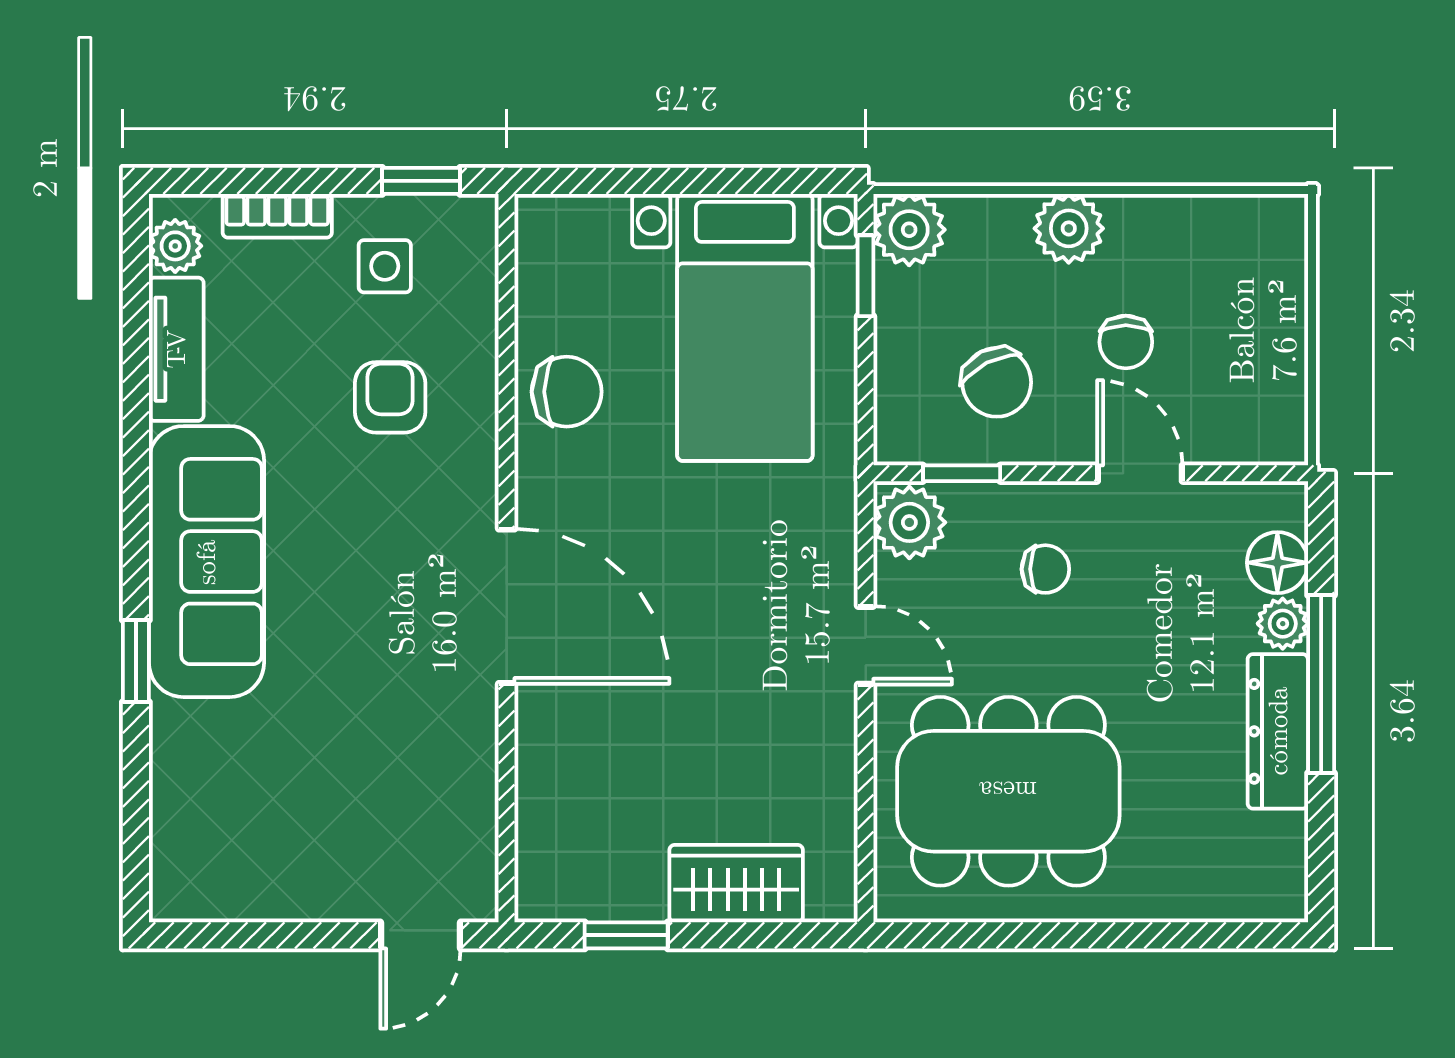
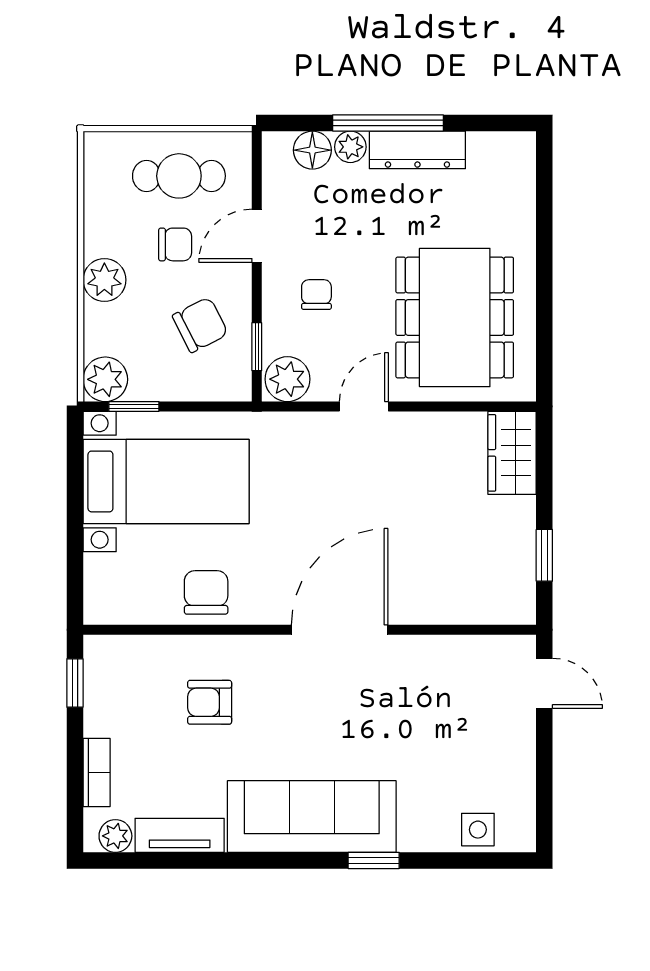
side table: (385, 266) -> (478, 830), moved
cafe table: (1236, 348) -> (179, 176), added
wardrobe: (736, 884) -> (512, 453), moved

